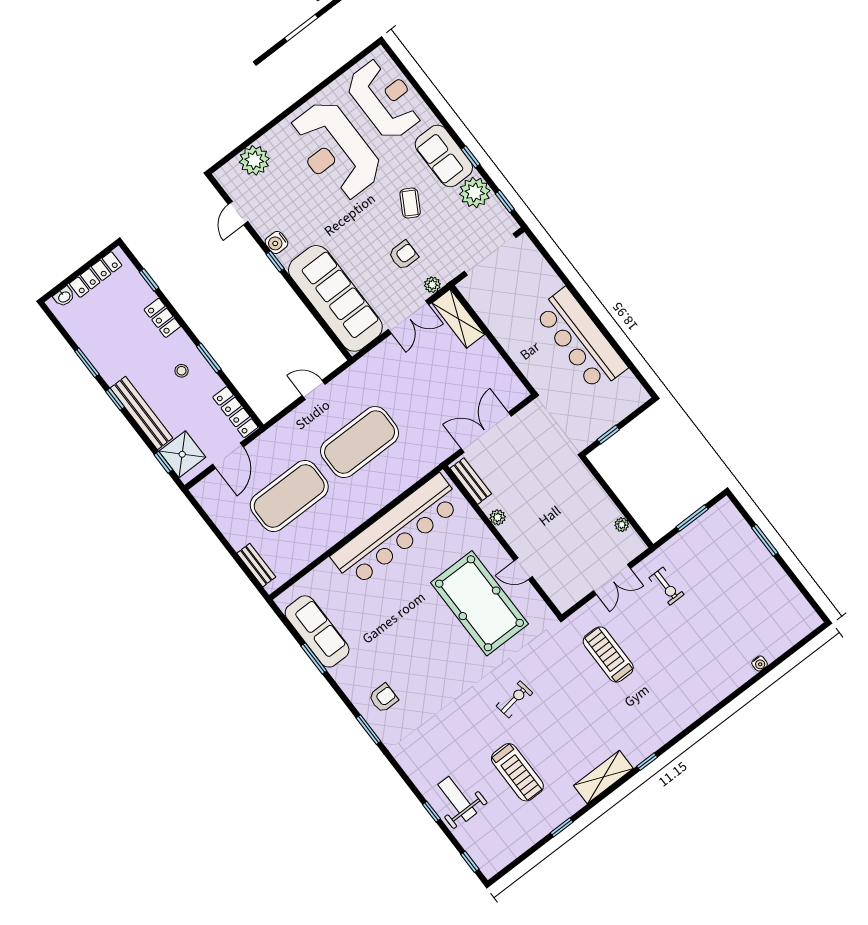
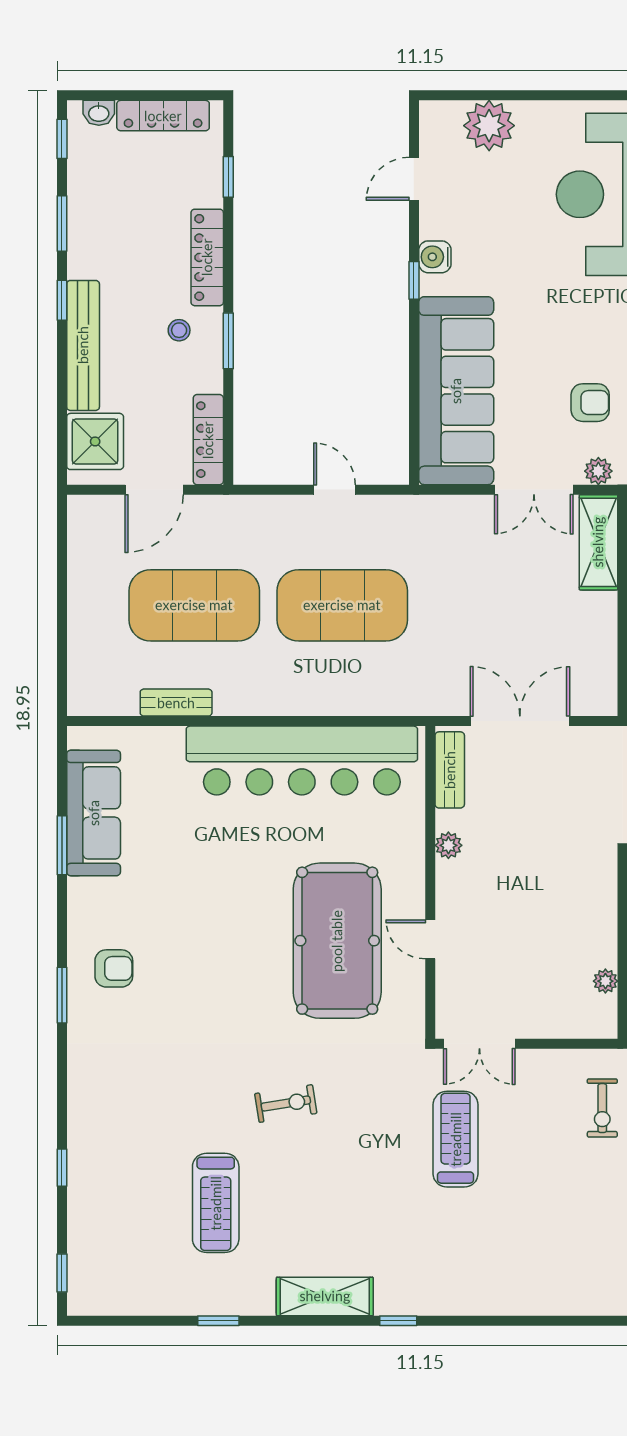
locker: (162, 318) -> (207, 257), width x1.53
window: (163, 462) -> (62, 139), moved
bench: (256, 565) -> (176, 703), moved, turned 90
double door: (612, 580) -> (479, 1044), moved
weight bench: (457, 799) -> (109, 1177), removed

